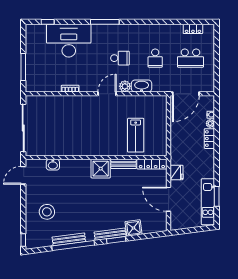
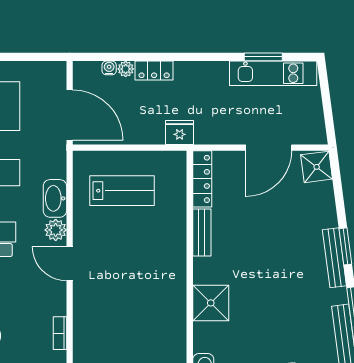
lab bench: (136, 135) -> (122, 191), moved
shower: (101, 169) -> (211, 303), moved
fridge: (177, 172) -> (180, 133), moved
shower: (133, 228) -> (317, 167), moved

